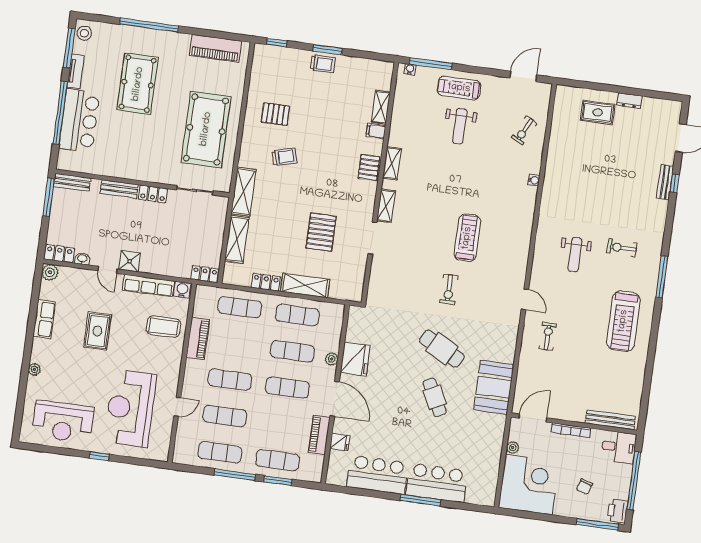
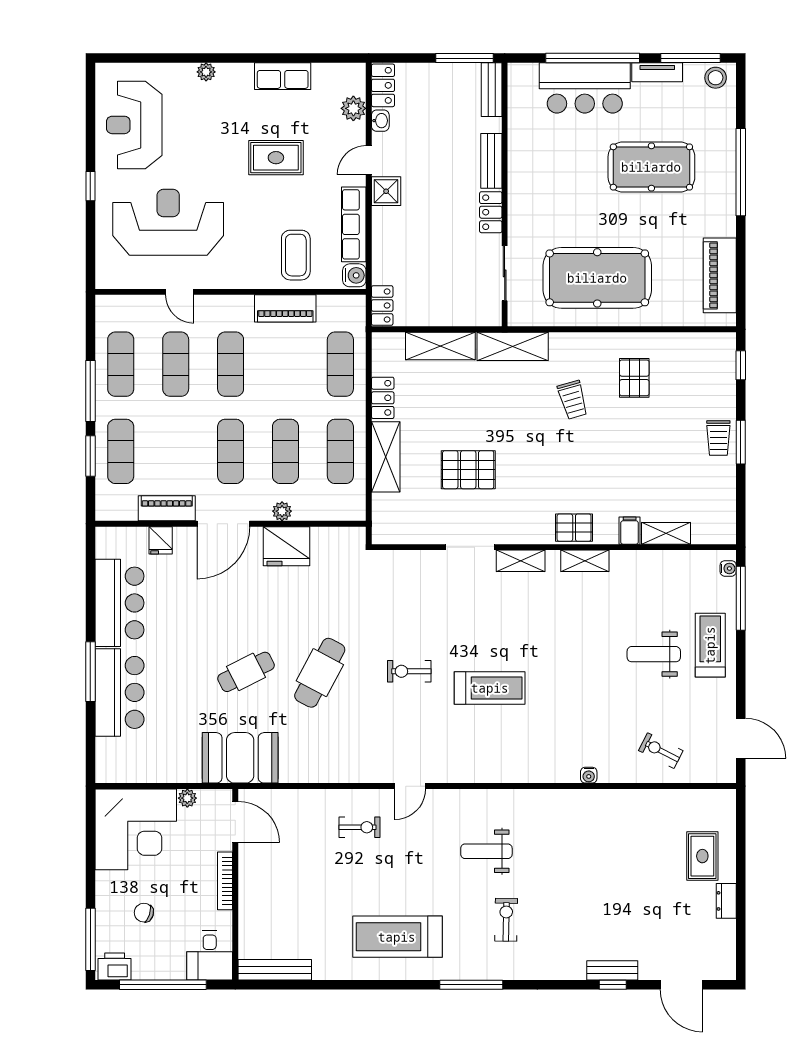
plant: (50, 272) -> (353, 108), moved
booth: (494, 387) -> (240, 758), moved
bench: (610, 420) -> (275, 970), moved, turned 90

